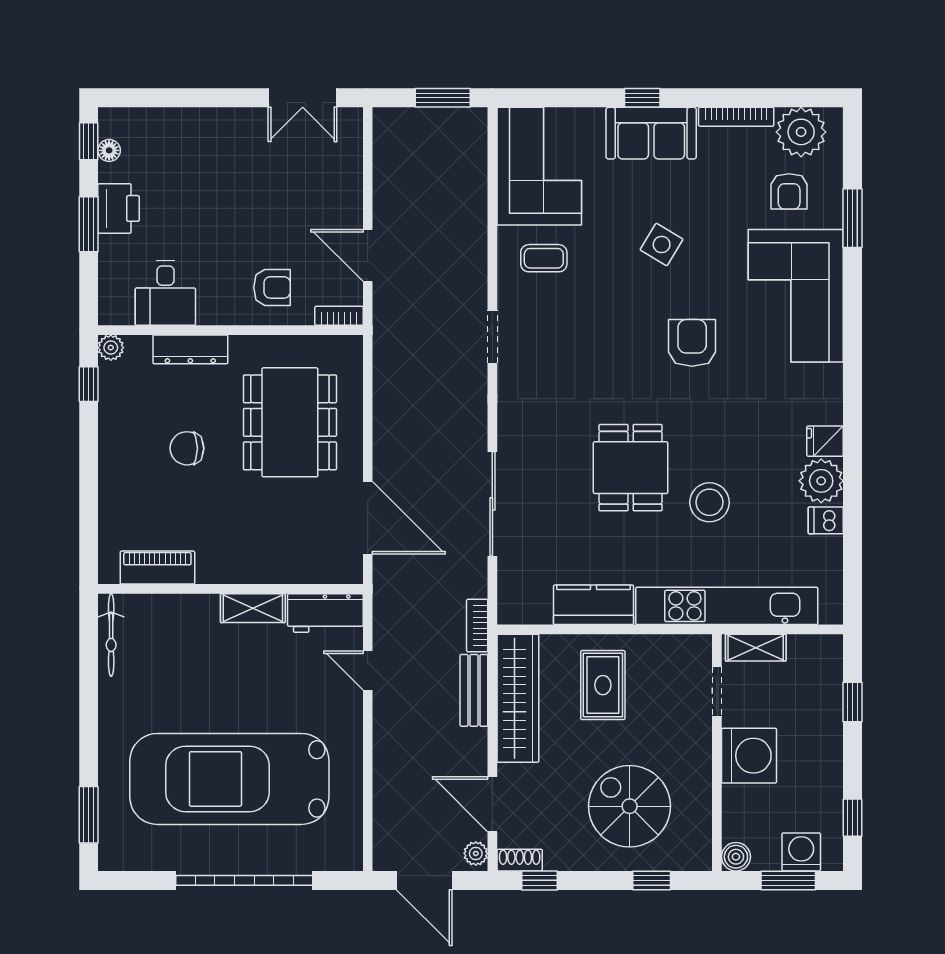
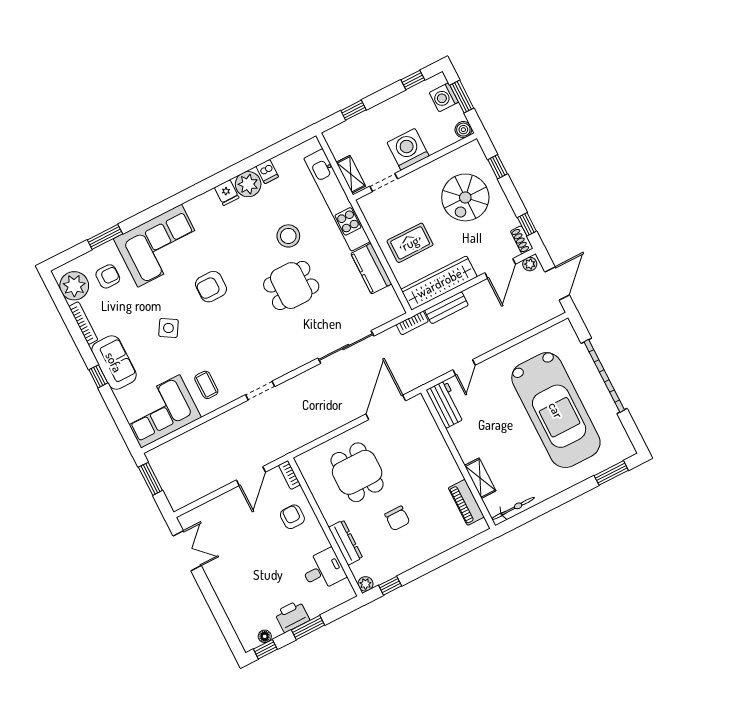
dining table: (290, 422) -> (357, 472), width x0.73
shelving: (253, 608) -> (480, 478), moved

